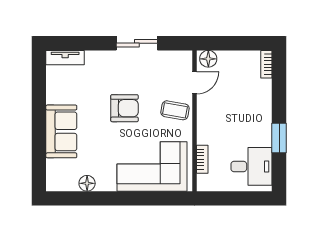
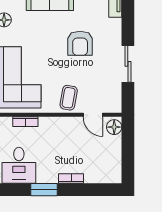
bookcase: (266, 64) -> (71, 179), moved
armchair: (124, 108) -> (80, 43), moved

